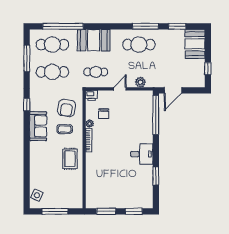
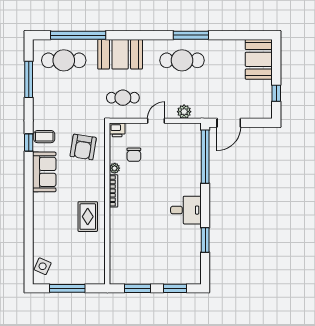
window: (177, 26) -> (234, 35), removed
cafe table: (52, 72) -> (64, 98), removed
coffee table: (65, 129) -> (44, 137), moved

